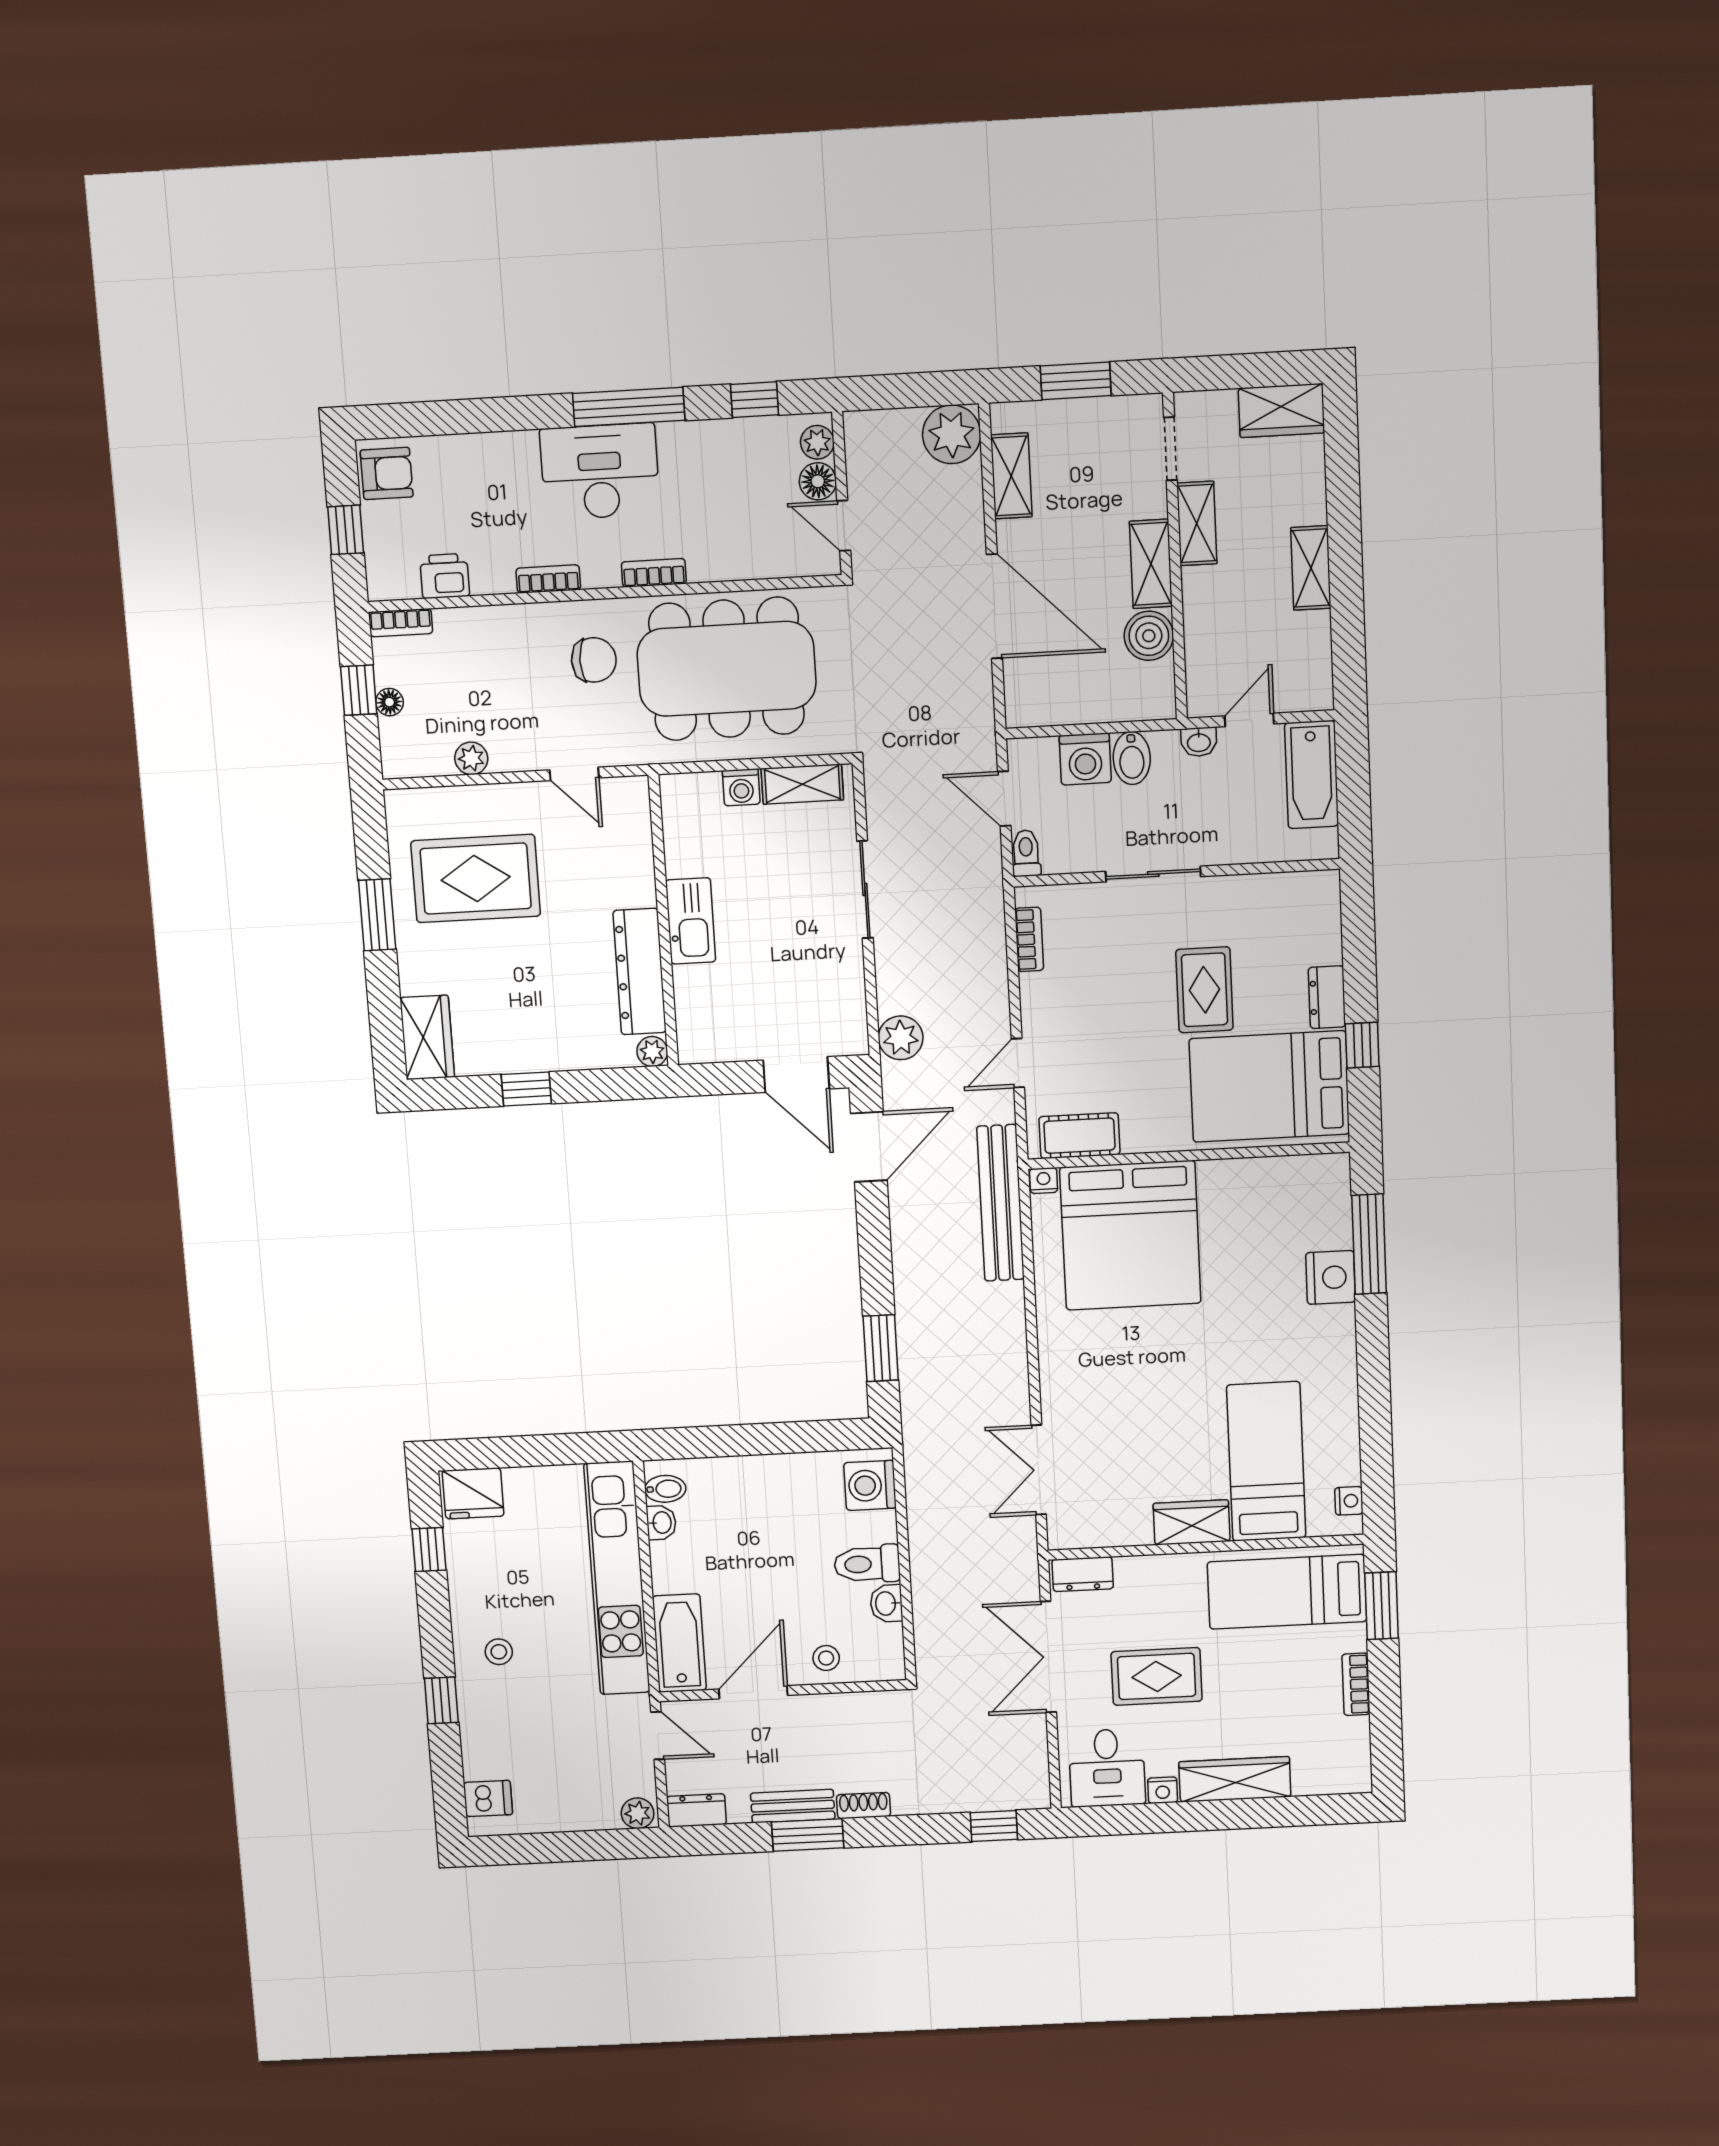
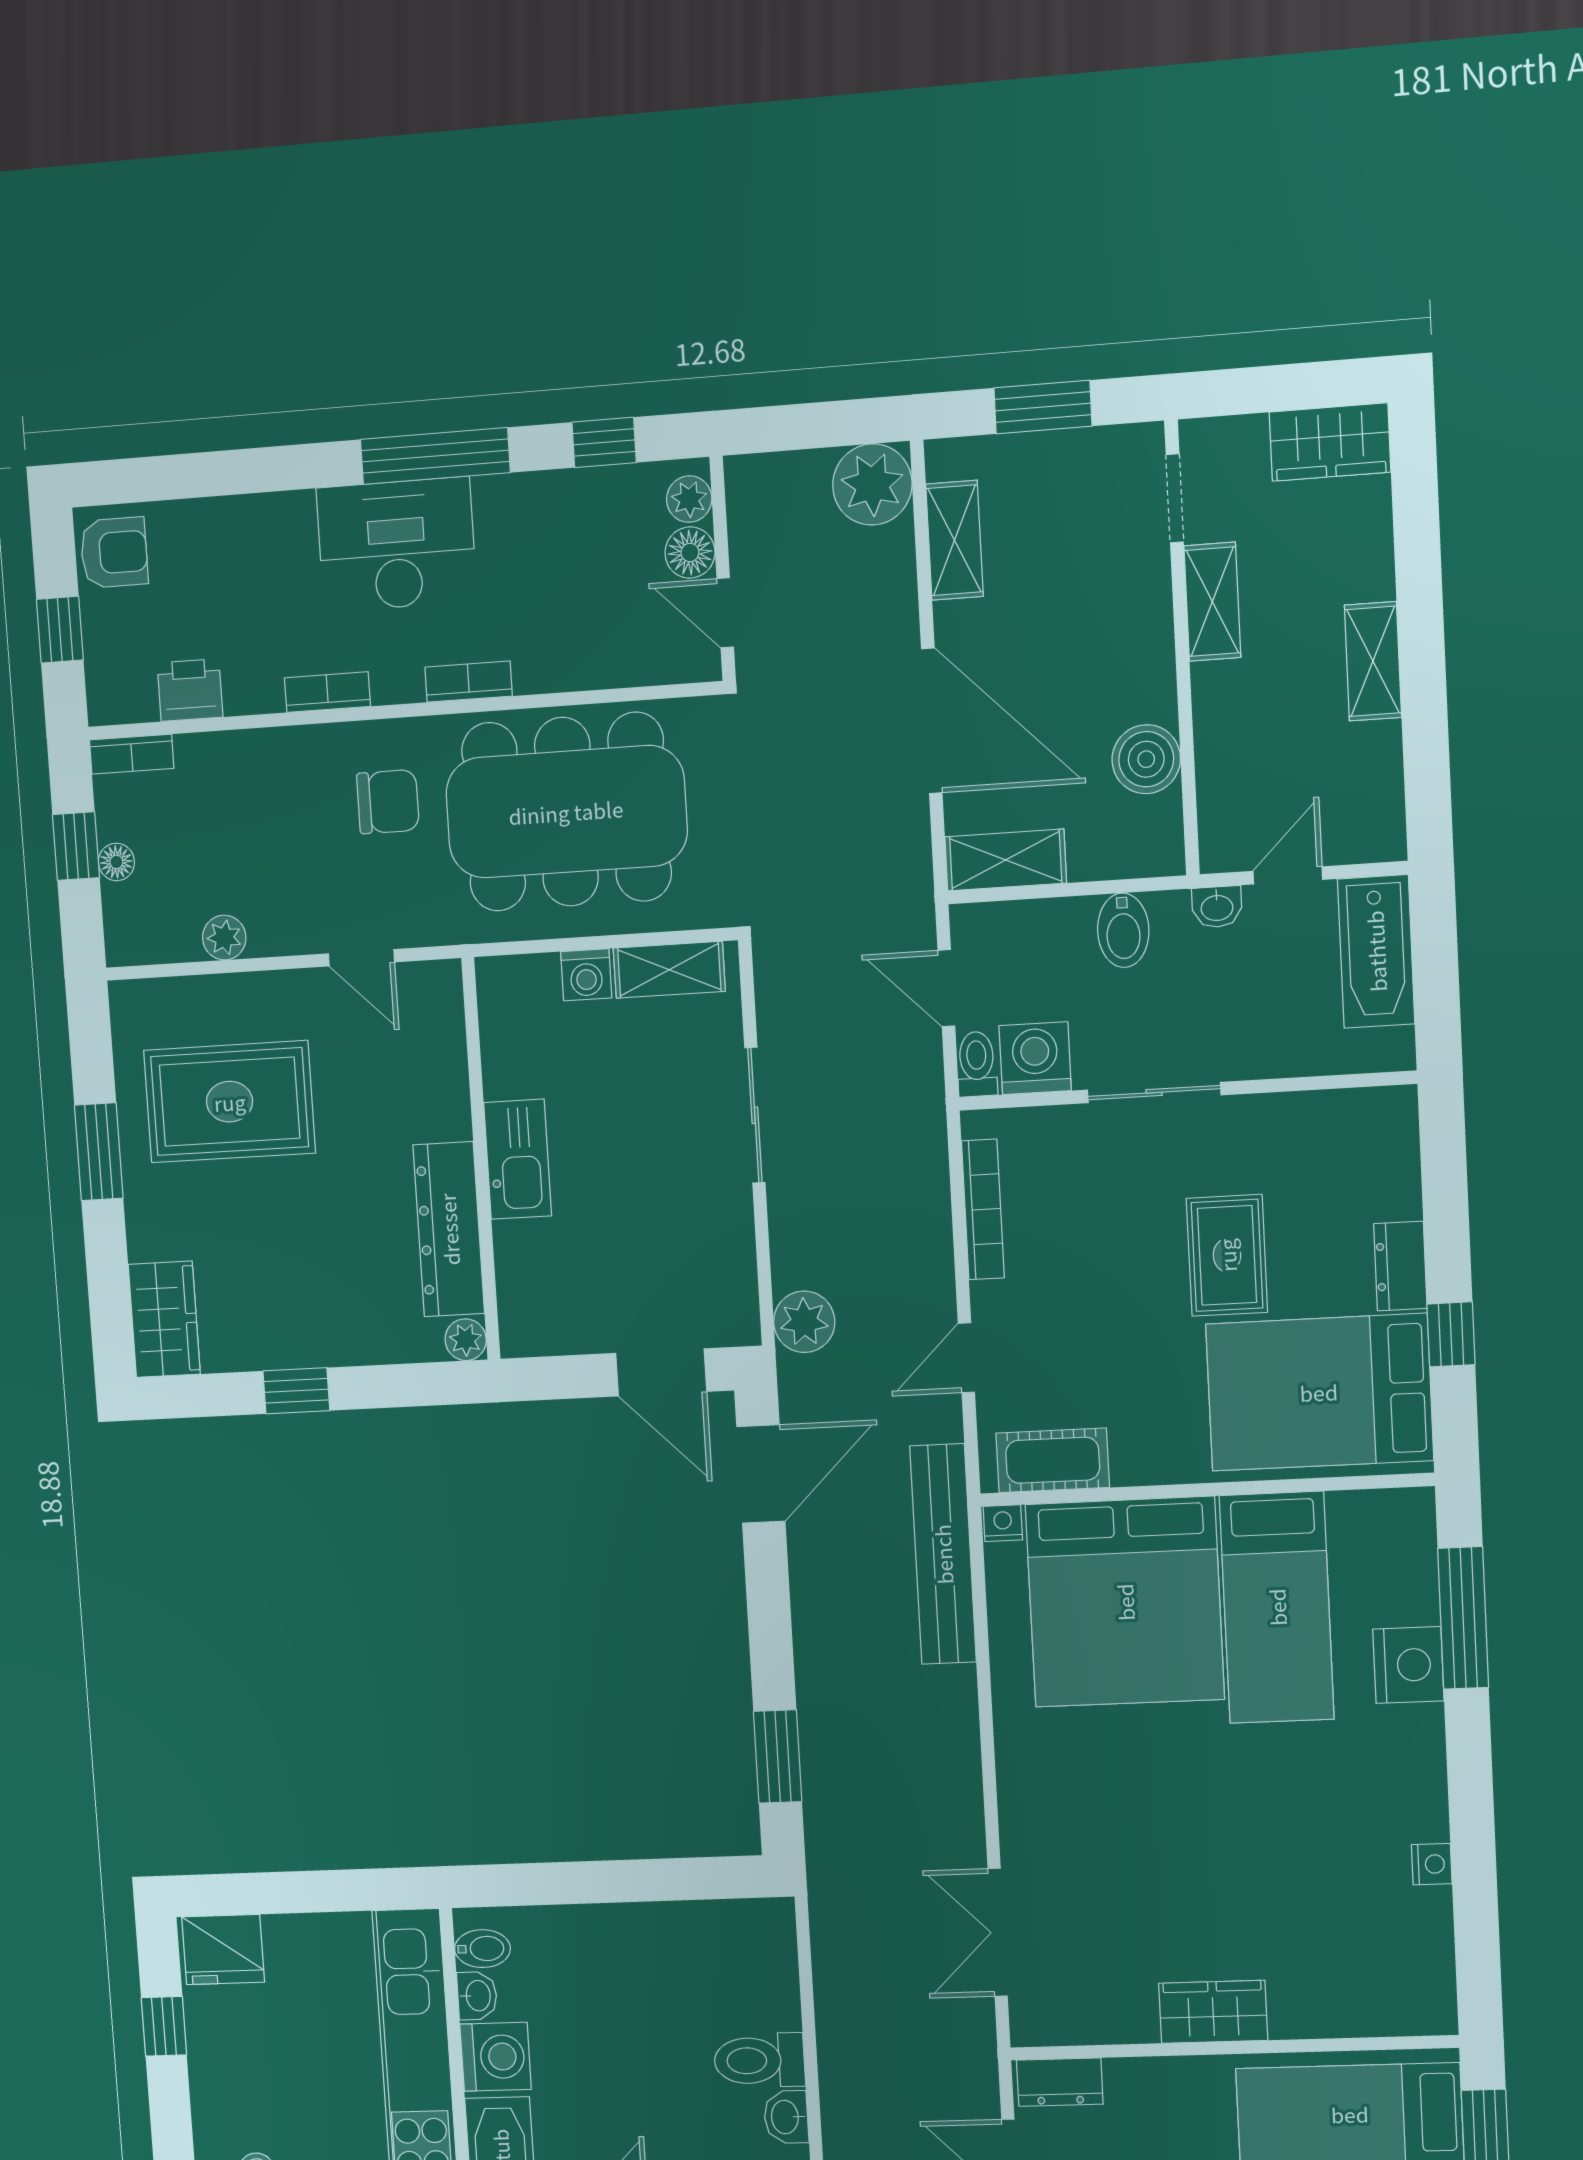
shelving: (1151, 564) -> (1006, 860), moved, turned 90
washing machine: (1085, 759) -> (1035, 1058), moved, turned 180
bookcase: (1029, 939) -> (983, 1209), width x1.56
bed: (1266, 1461) -> (1277, 1607), moved, turned 180
washing machine: (870, 1485) -> (496, 2057), moved, turned 180
nightstand: (1349, 1501) -> (1432, 1864), moved

